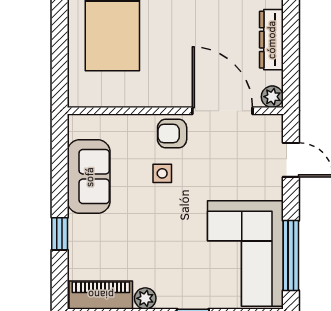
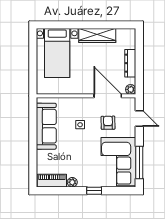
armchair: (172, 133) -> (108, 123), moved, turned 89
sofa: (89, 177) -> (46, 126), width x1.36
window: (60, 234) -> (33, 152), removed

